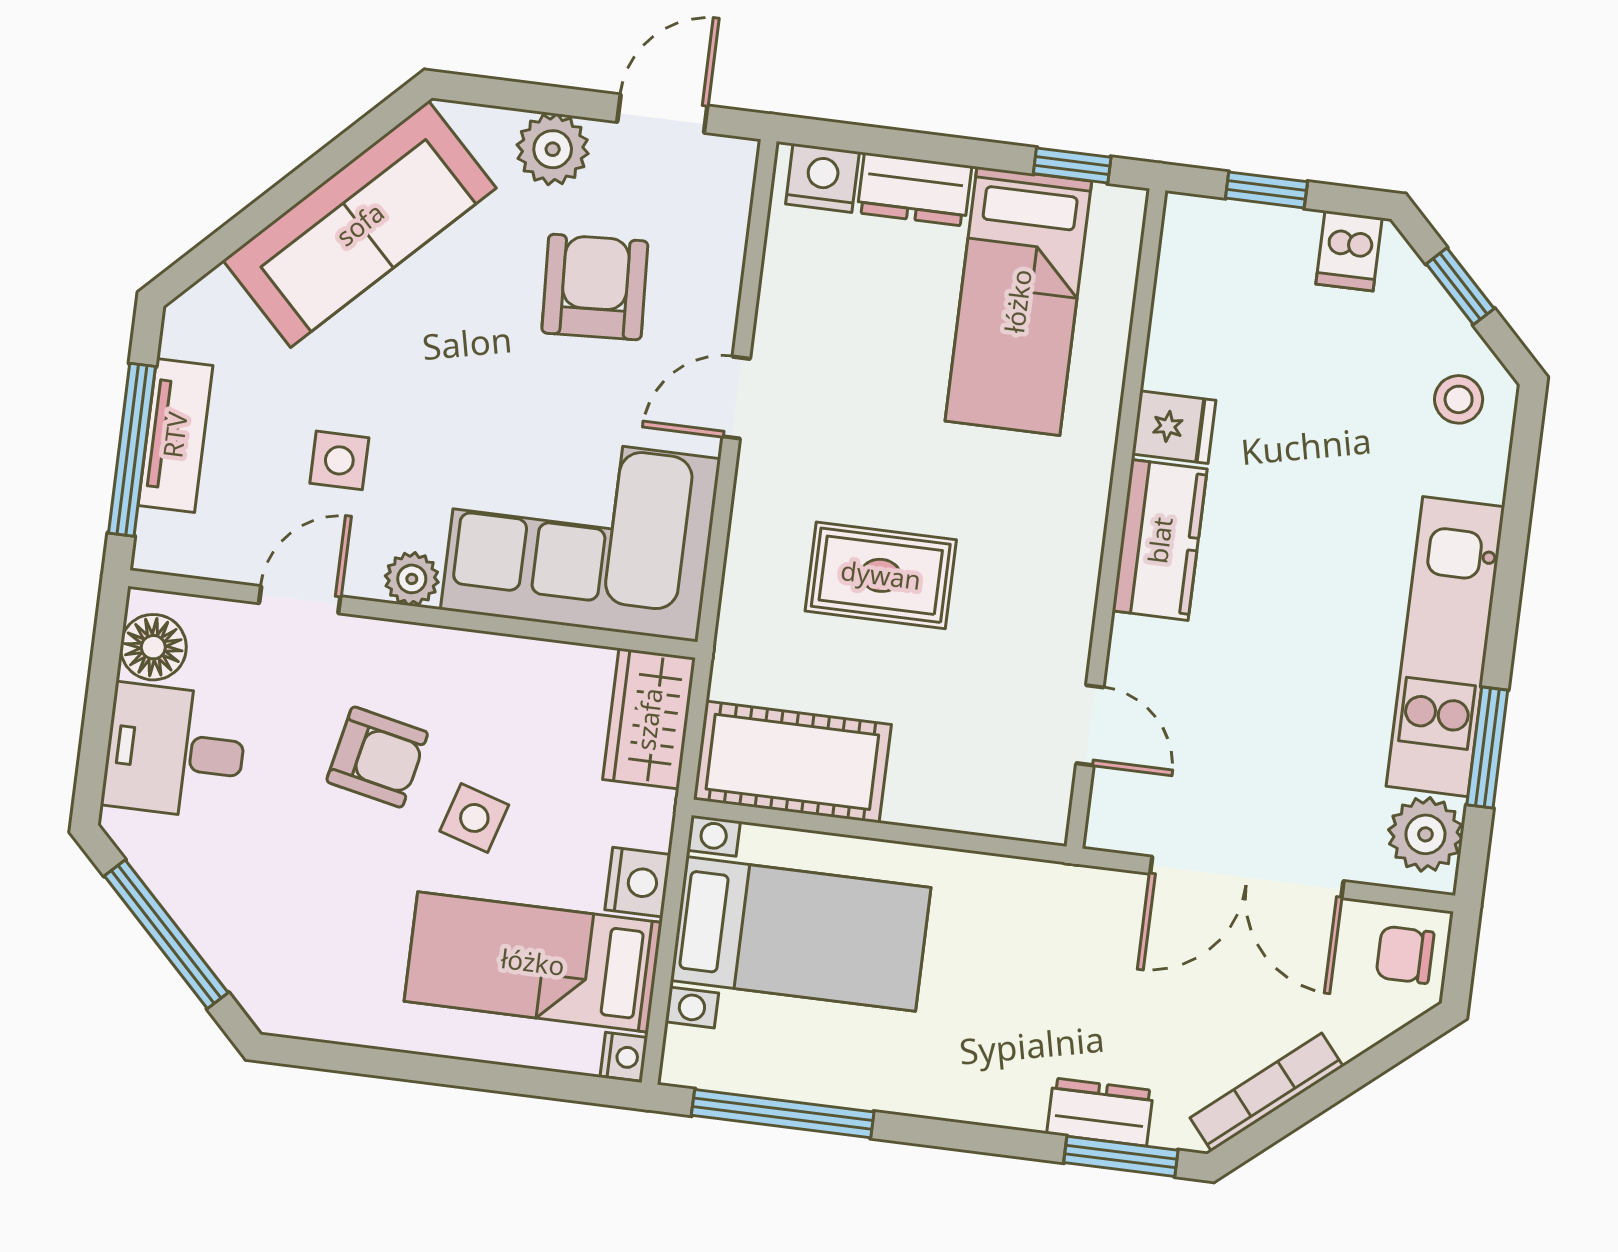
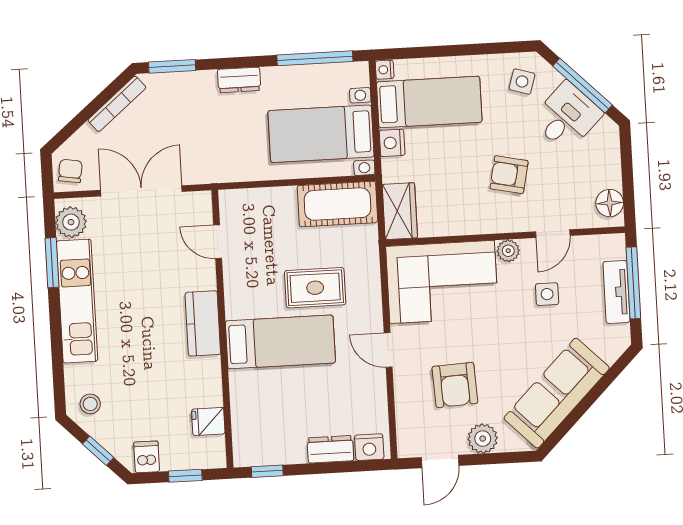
bed: (1018, 301) -> (280, 342), moved, turned 90
door: (736, 398) -> (388, 350), swing flipped
fridge: (1174, 427) -> (208, 421), moved
desk: (175, 751) -> (567, 117), moved, turned -45
side table: (474, 818) -> (522, 82), moved
chair: (1405, 955) -> (70, 171), turned -81
dresser: (1100, 1112) -> (239, 80), moved

